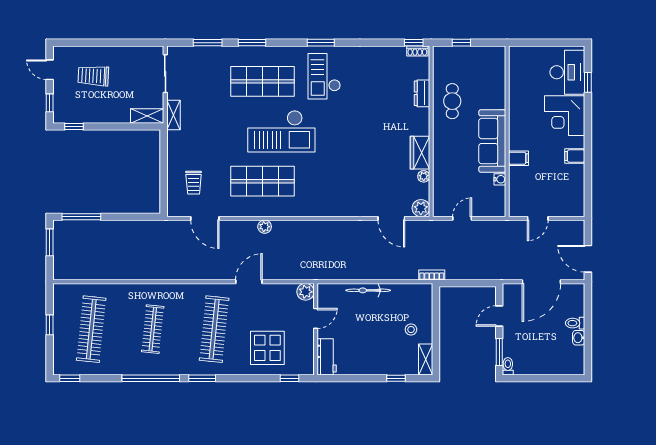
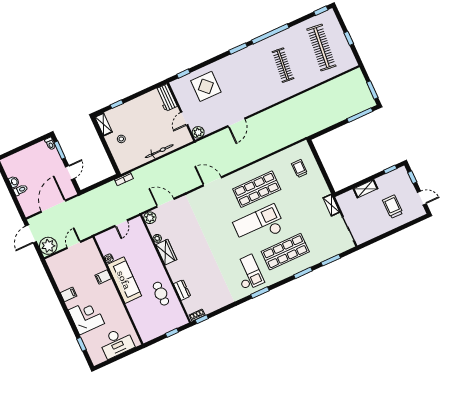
desk: (567, 72) -> (117, 343), moved, turned -90
trolley: (93, 76) -> (393, 207), turned -93
shelving: (147, 116) -> (366, 189), moved
door: (205, 218) -> (212, 181), moved
plant: (265, 227) -> (48, 246), moved, width x1.88, depth x1.88
door: (588, 259) -> (31, 234), swing flipped
clothes rail: (214, 329) -> (245, 83), removed

